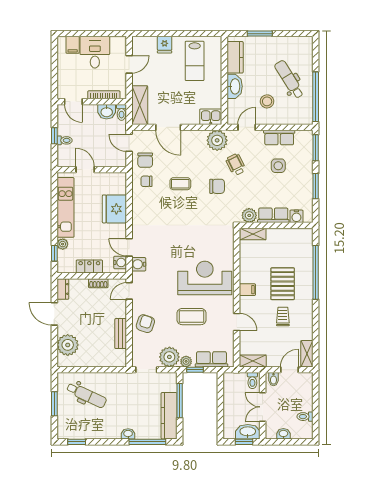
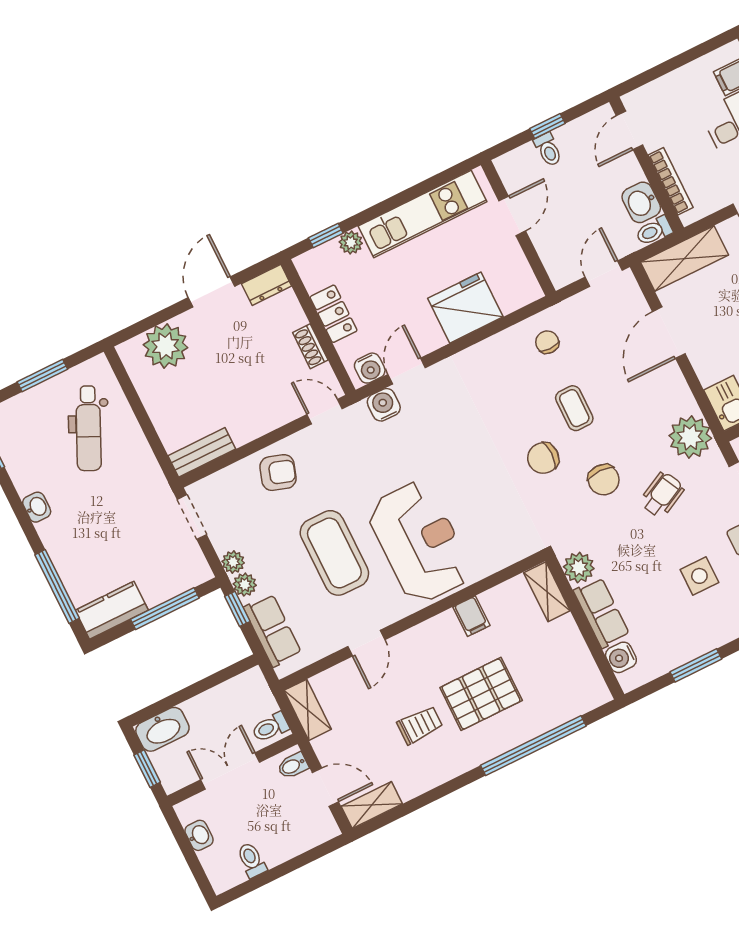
chair: (145, 160) -> (543, 458), moved
filing cabinet: (247, 290) -> (471, 616), moved
coffee table: (192, 317) -> (334, 553), width x1.36, depth x1.32
bench: (121, 334) -> (202, 452), moved
plant: (169, 357) -> (233, 562), width x0.53, depth x0.53
kitchen counter: (169, 416) -> (112, 610), width x0.67
washbasin: (248, 432) -> (162, 729), moved, turned 90
washbasin: (128, 434) -> (37, 507), moved

